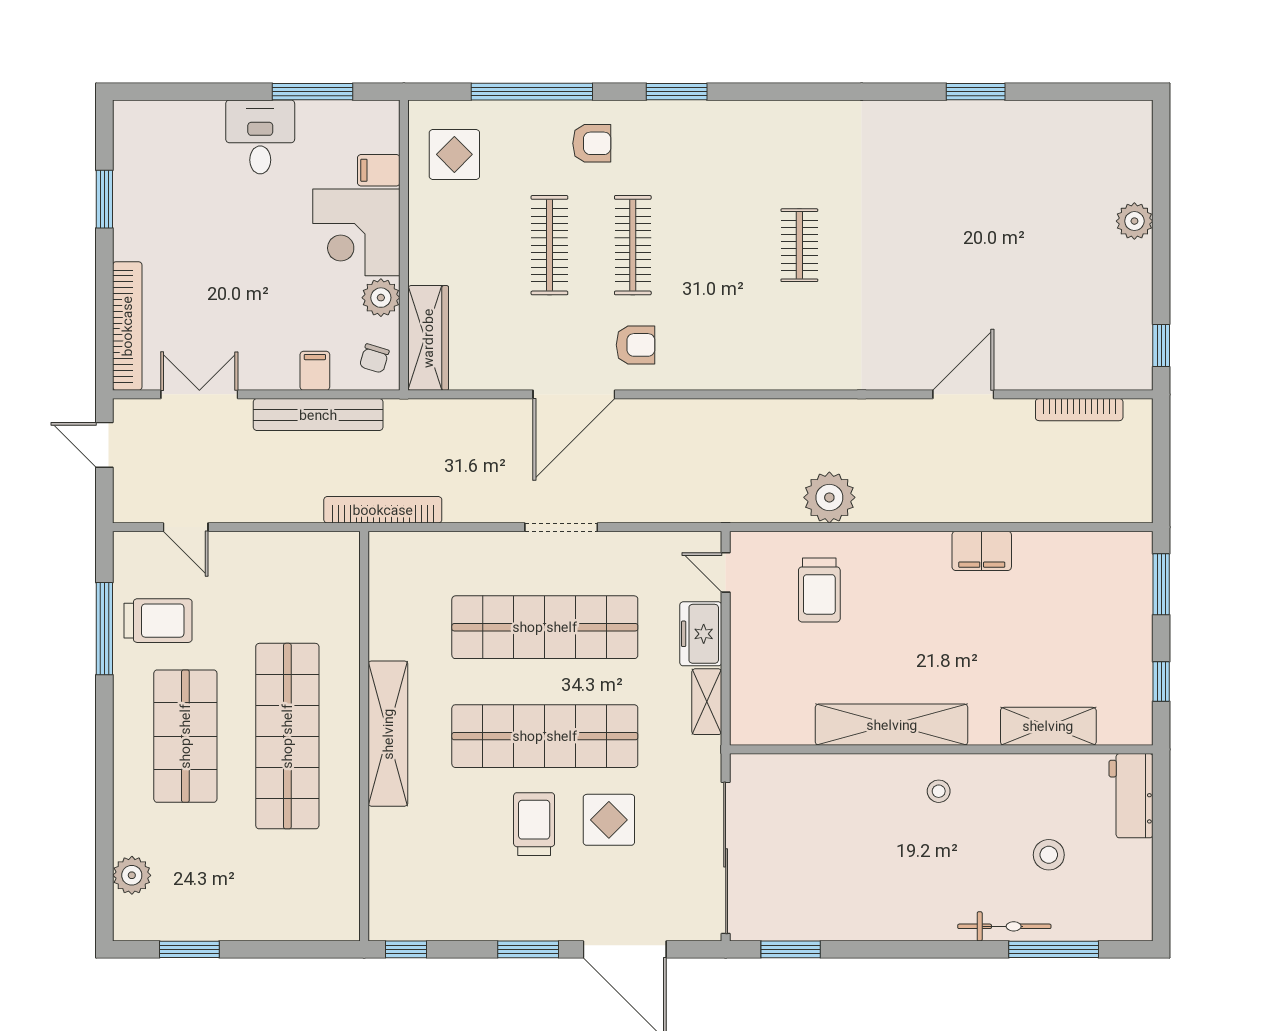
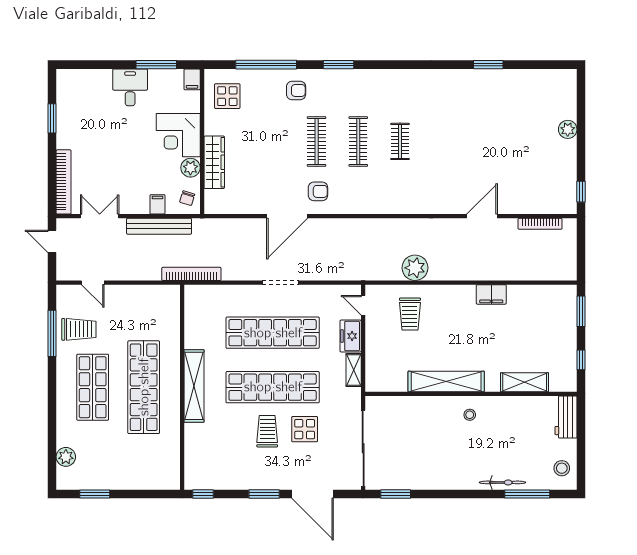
filing cabinet: (379, 170) -> (192, 79), moved, turned -90
clothes rail: (549, 245) -> (358, 141), moved
wardrobe: (428, 338) -> (214, 162), moved
stool: (1049, 855) -> (562, 468), moved

